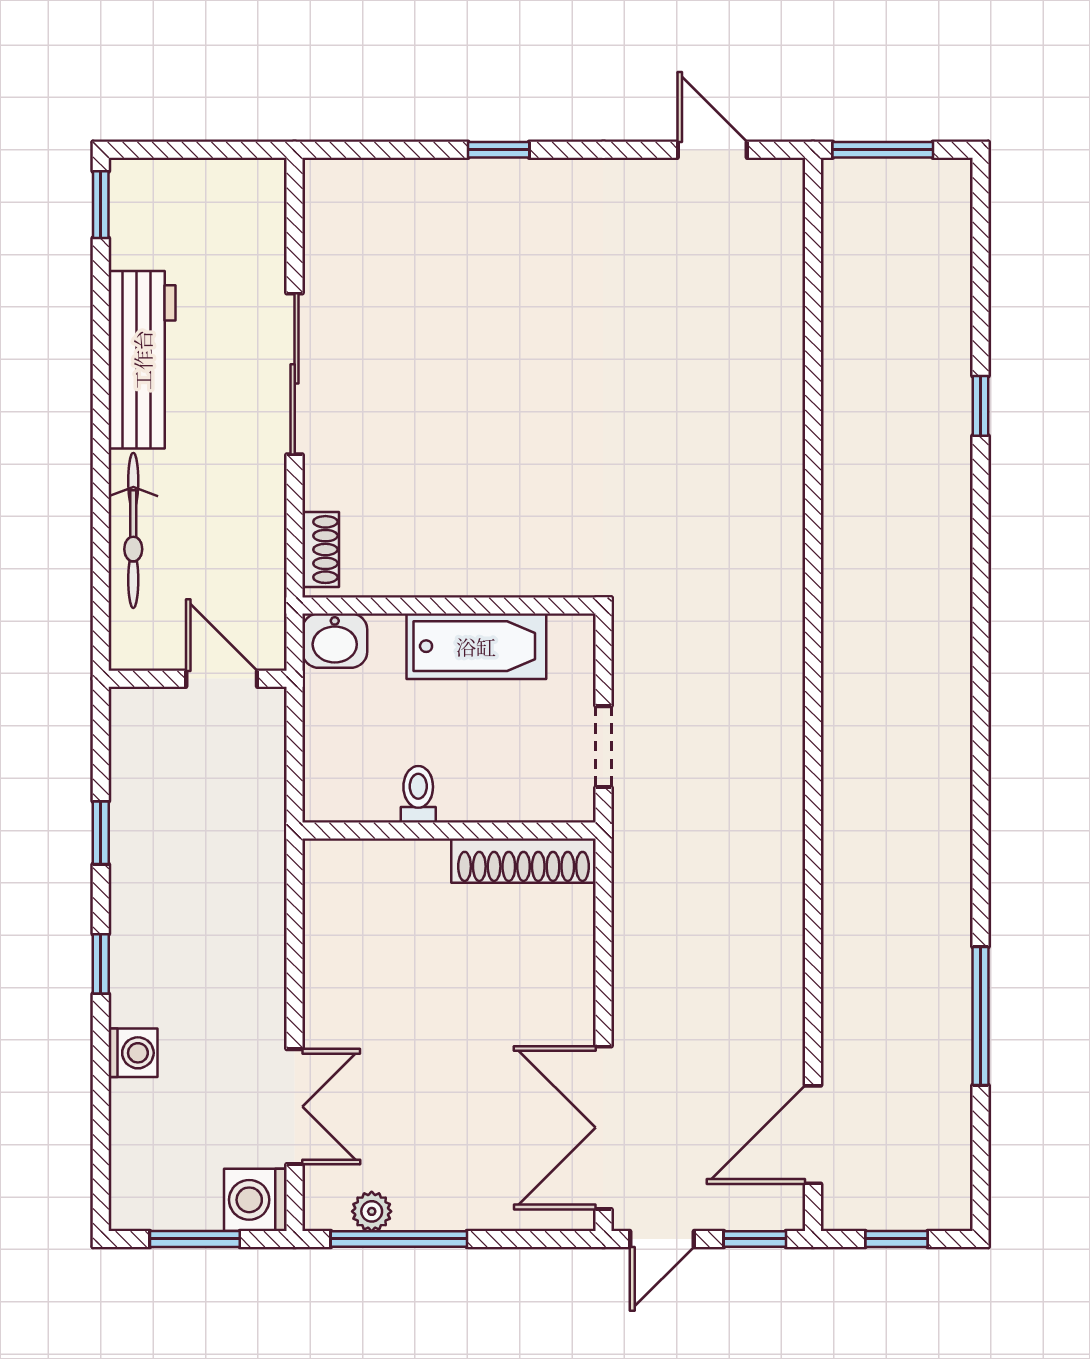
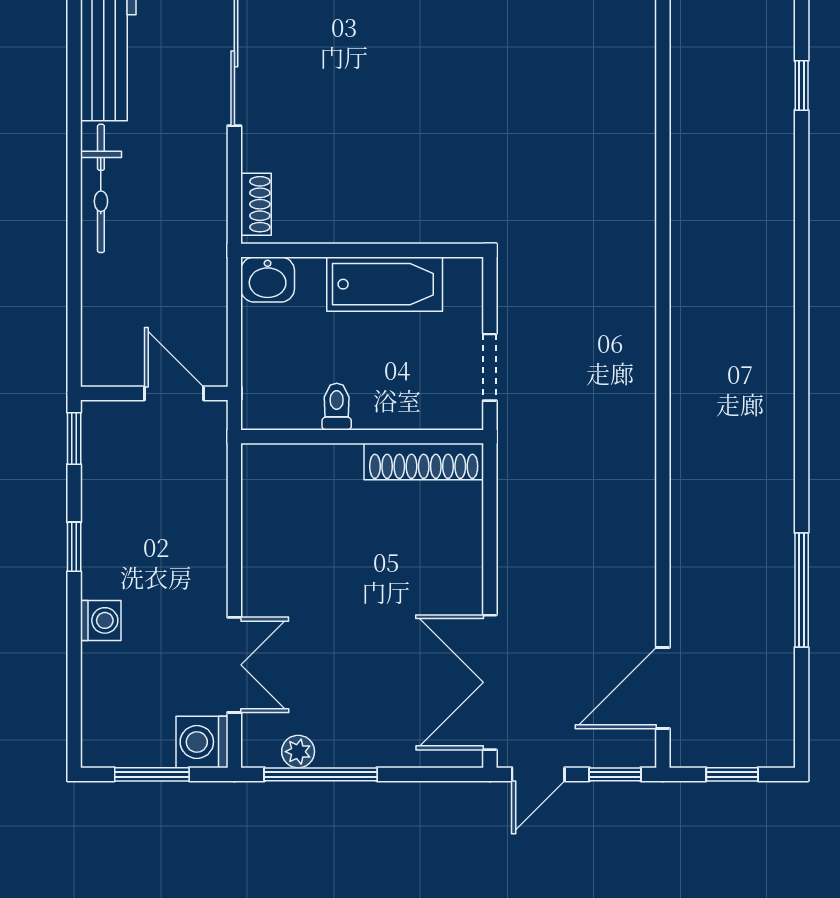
wall: (198, 679) -> (154, 393), moved
door: (222, 679) -> (174, 393), moved

